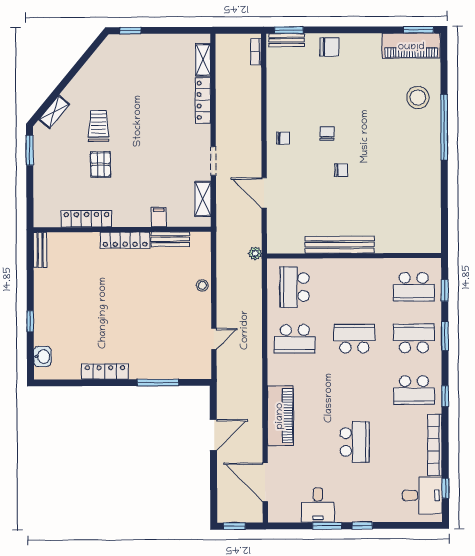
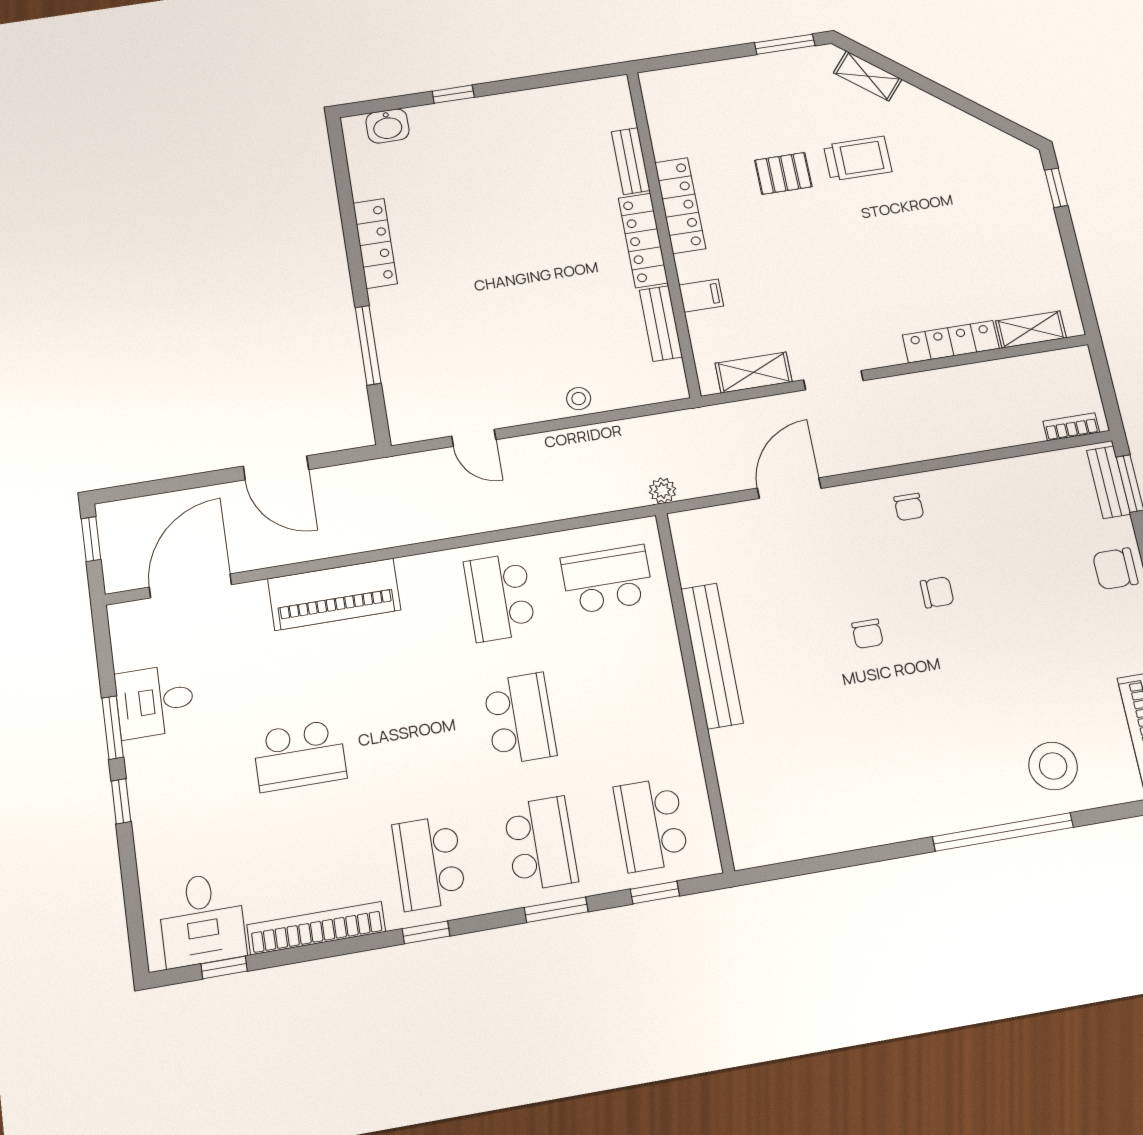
chair: (329, 47) -> (1115, 569), turned 90
locker: (86, 219) -> (680, 205), moved
bench: (40, 250) -> (631, 161), moved, turned 90

